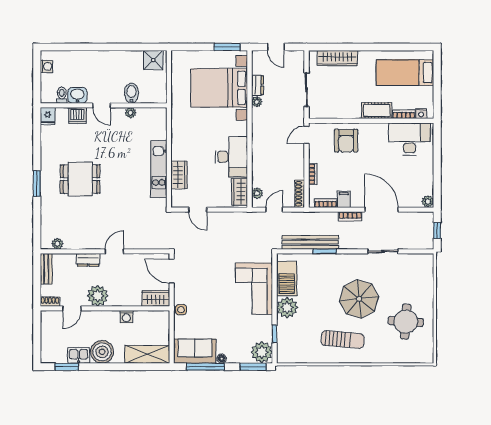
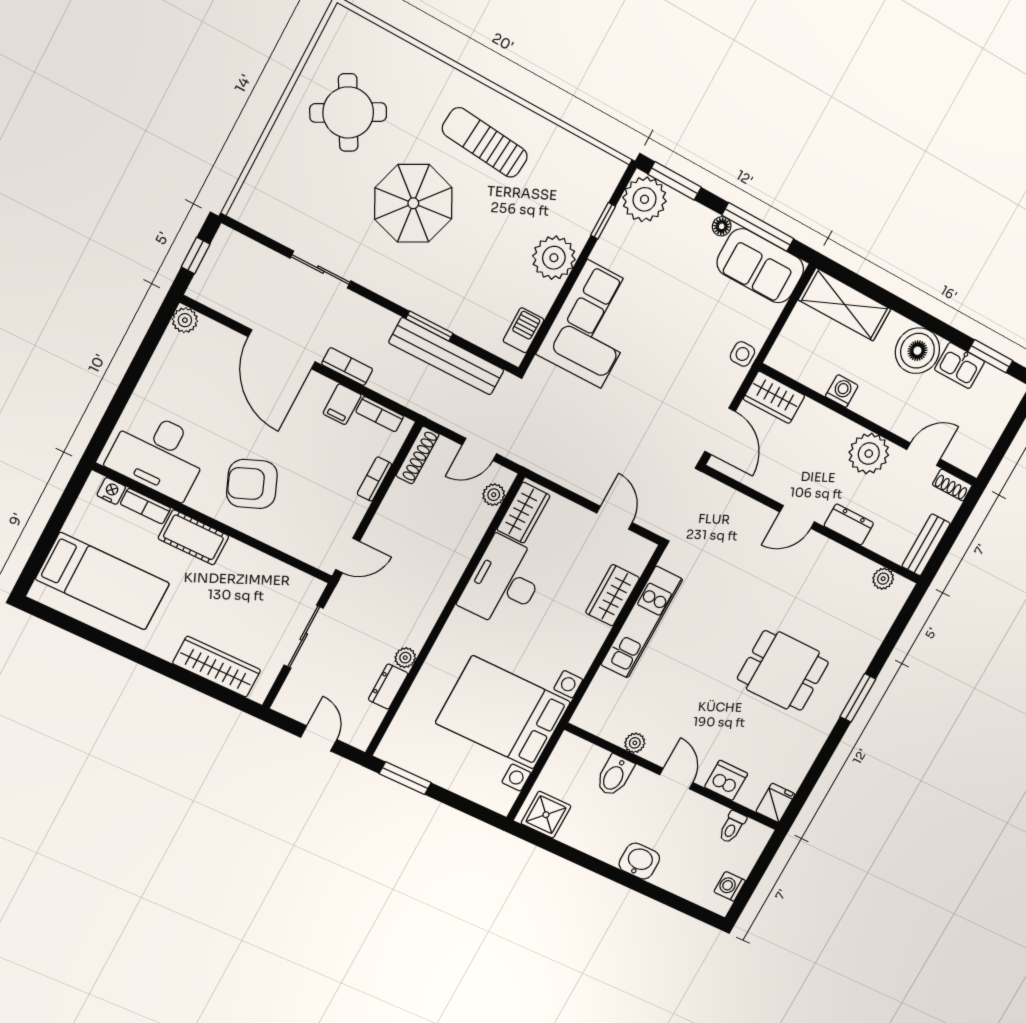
bed with nightstands: (219, 88) -> (503, 712), moved, turned 180
washbasin: (77, 95) -> (639, 861), moved, turned 180
armchair: (346, 141) -> (252, 484), moved, turned -112
barbecue: (287, 278) -> (523, 330), width x0.53, depth x0.65
round table: (406, 322) -> (348, 112), turned -33

